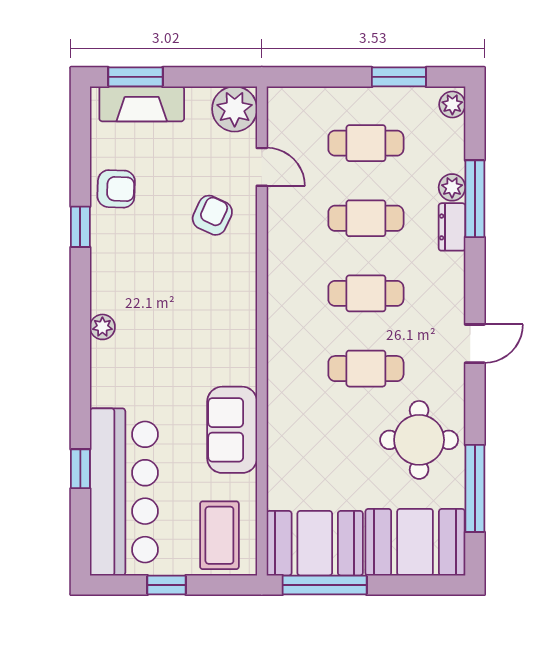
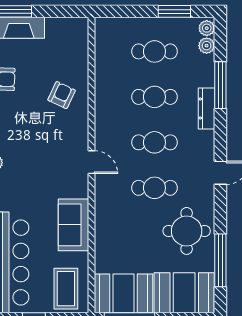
plant: (235, 109) -> (75, 31), removed
door: (262, 167) -> (91, 162), moved
plant: (452, 187) -> (207, 46), moved
dresser: (452, 227) -> (207, 108), width x1.44

